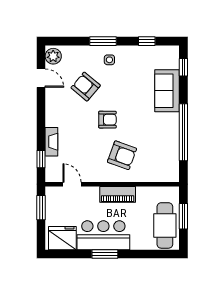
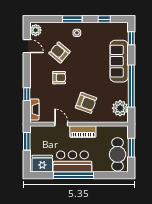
sofa: (167, 91) -> (119, 61), width x1.36
armchair: (107, 120) -> (59, 78), moved
fireplace: (51, 142) -> (34, 109), moved
window: (41, 159) -> (27, 94), moved
plant: (168, 163) -> (120, 108), added
door: (72, 184) -> (61, 124), moved
window: (105, 254) -> (74, 175), width x2.11

